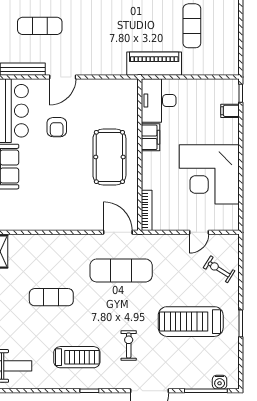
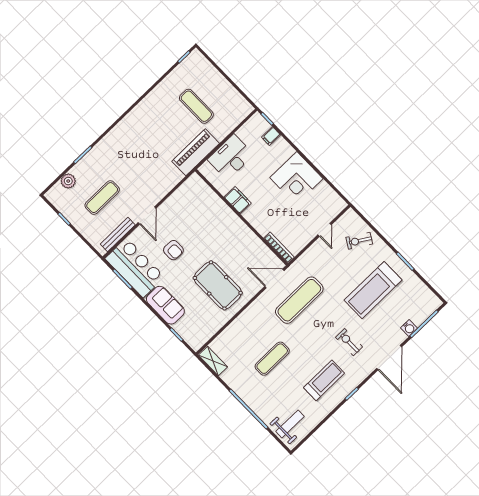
desk: (159, 101) -> (231, 157), moved, turned 90
pool table: (109, 157) -> (218, 285), moved
corner desk: (209, 174) -> (296, 178), width x0.74, depth x0.74
water cooler: (220, 382) -> (409, 328), moved

